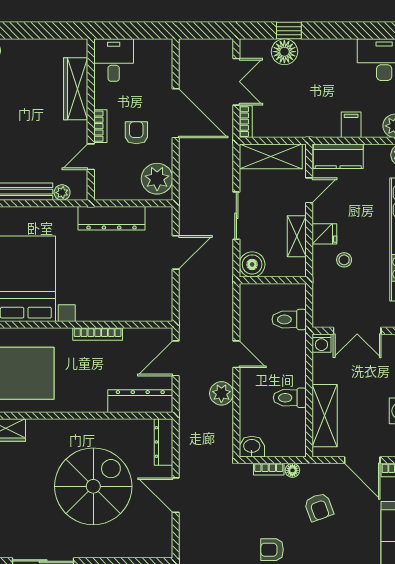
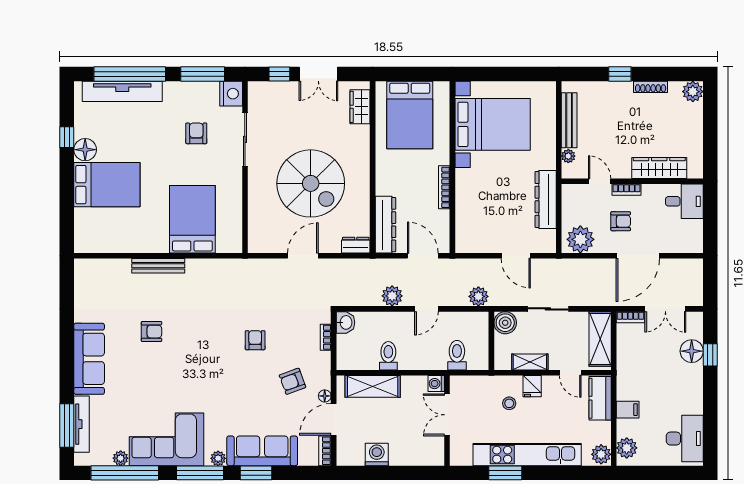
plant: (222, 295) -> (478, 296), added
dresser: (164, 442) -> (356, 245), width x0.70
floor lamp: (292, 470) -> (325, 396), moved

